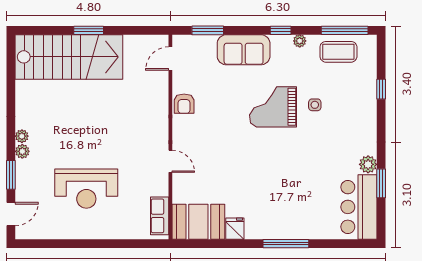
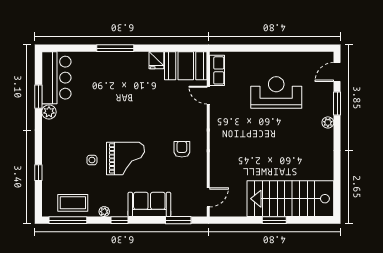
armchair: (184, 104) -> (182, 149), moved
plant: (22, 136) -> (328, 135), removed
door: (170, 161) -> (208, 95), moved

